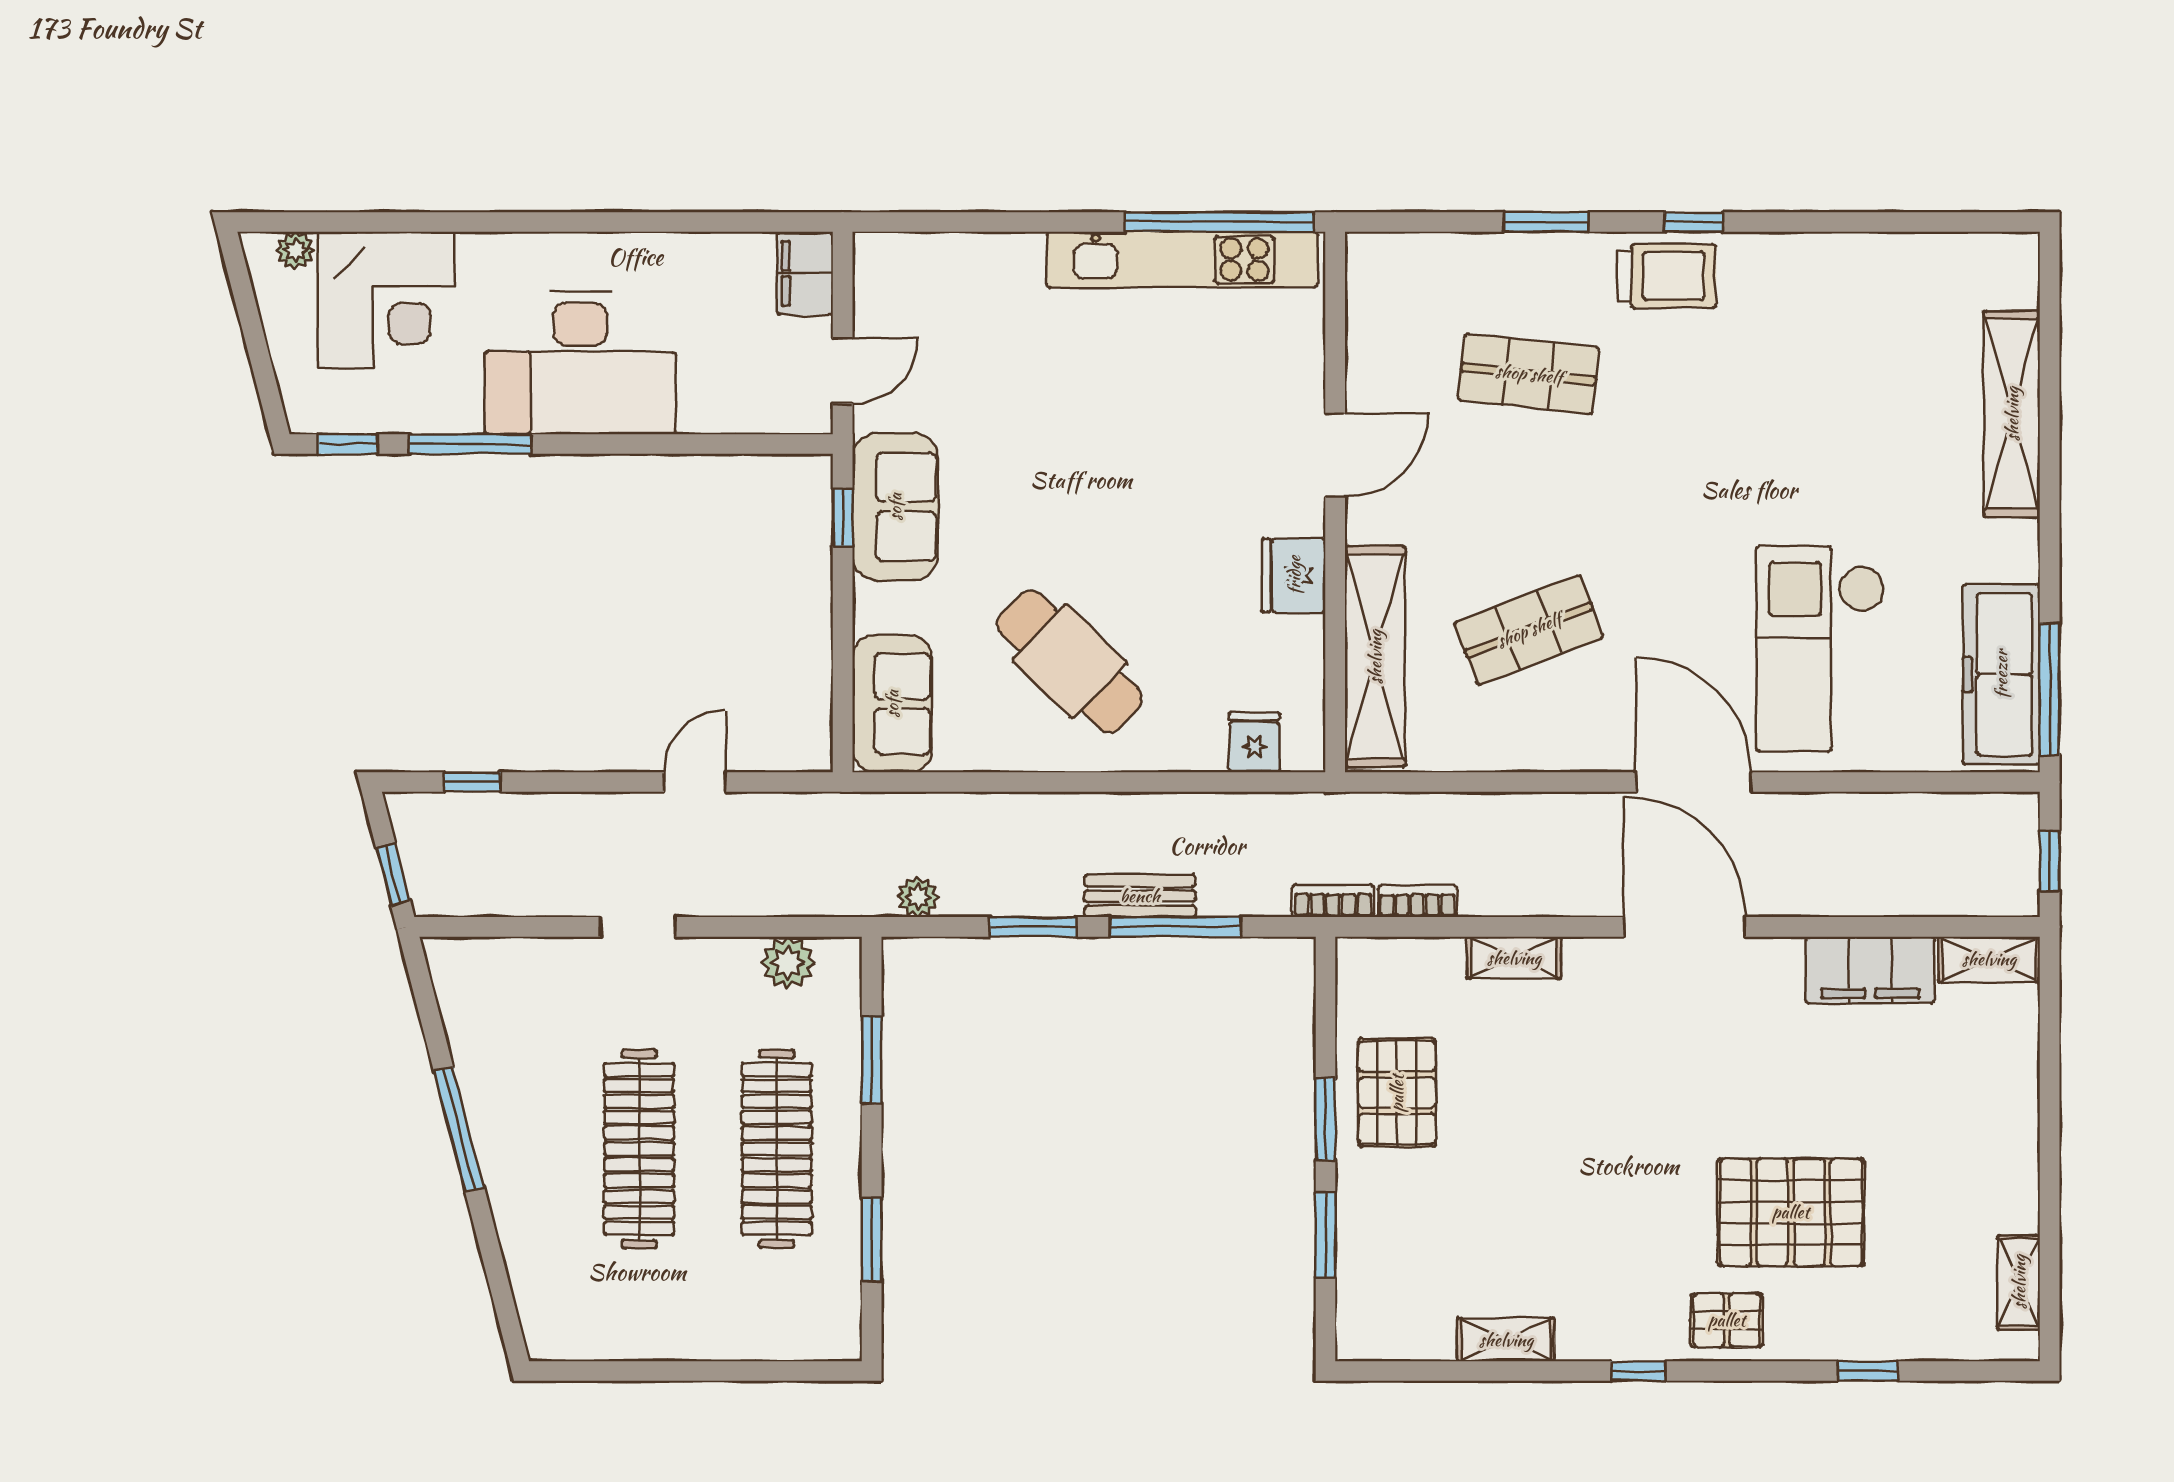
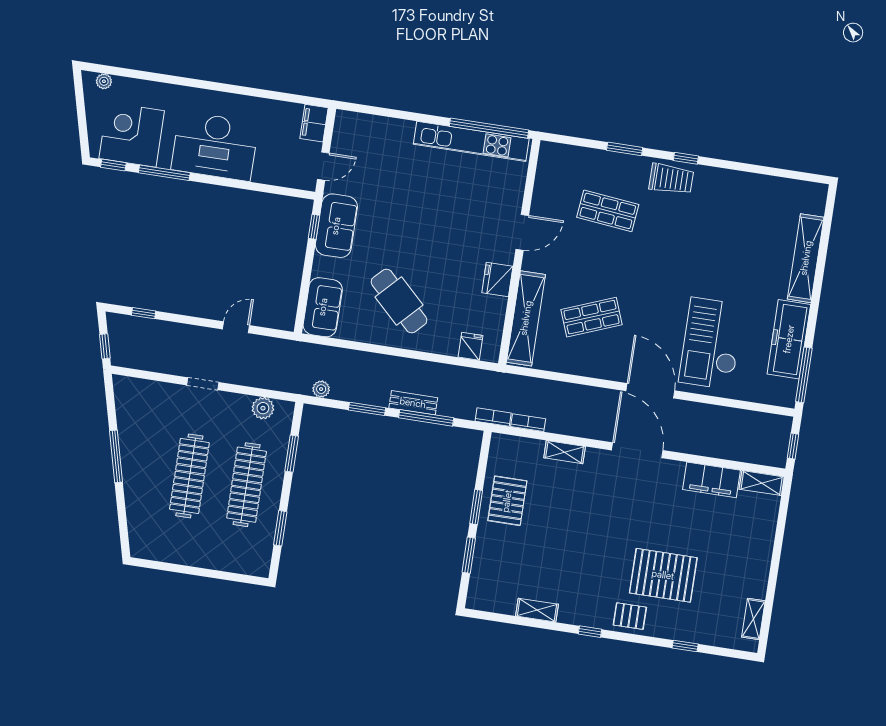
corner desk: (386, 300) -> (132, 135), moved, turned 180
freezer: (2001, 674) -> (789, 339), moved

